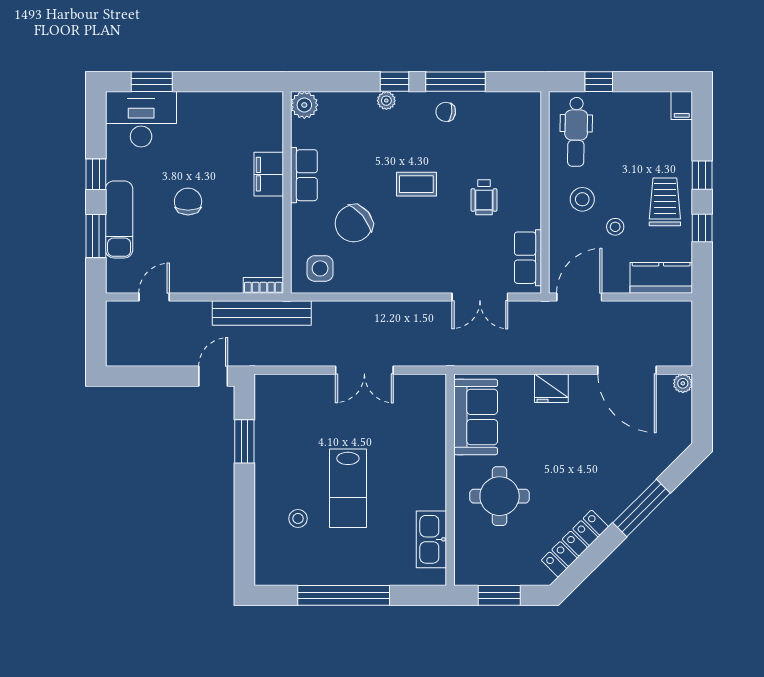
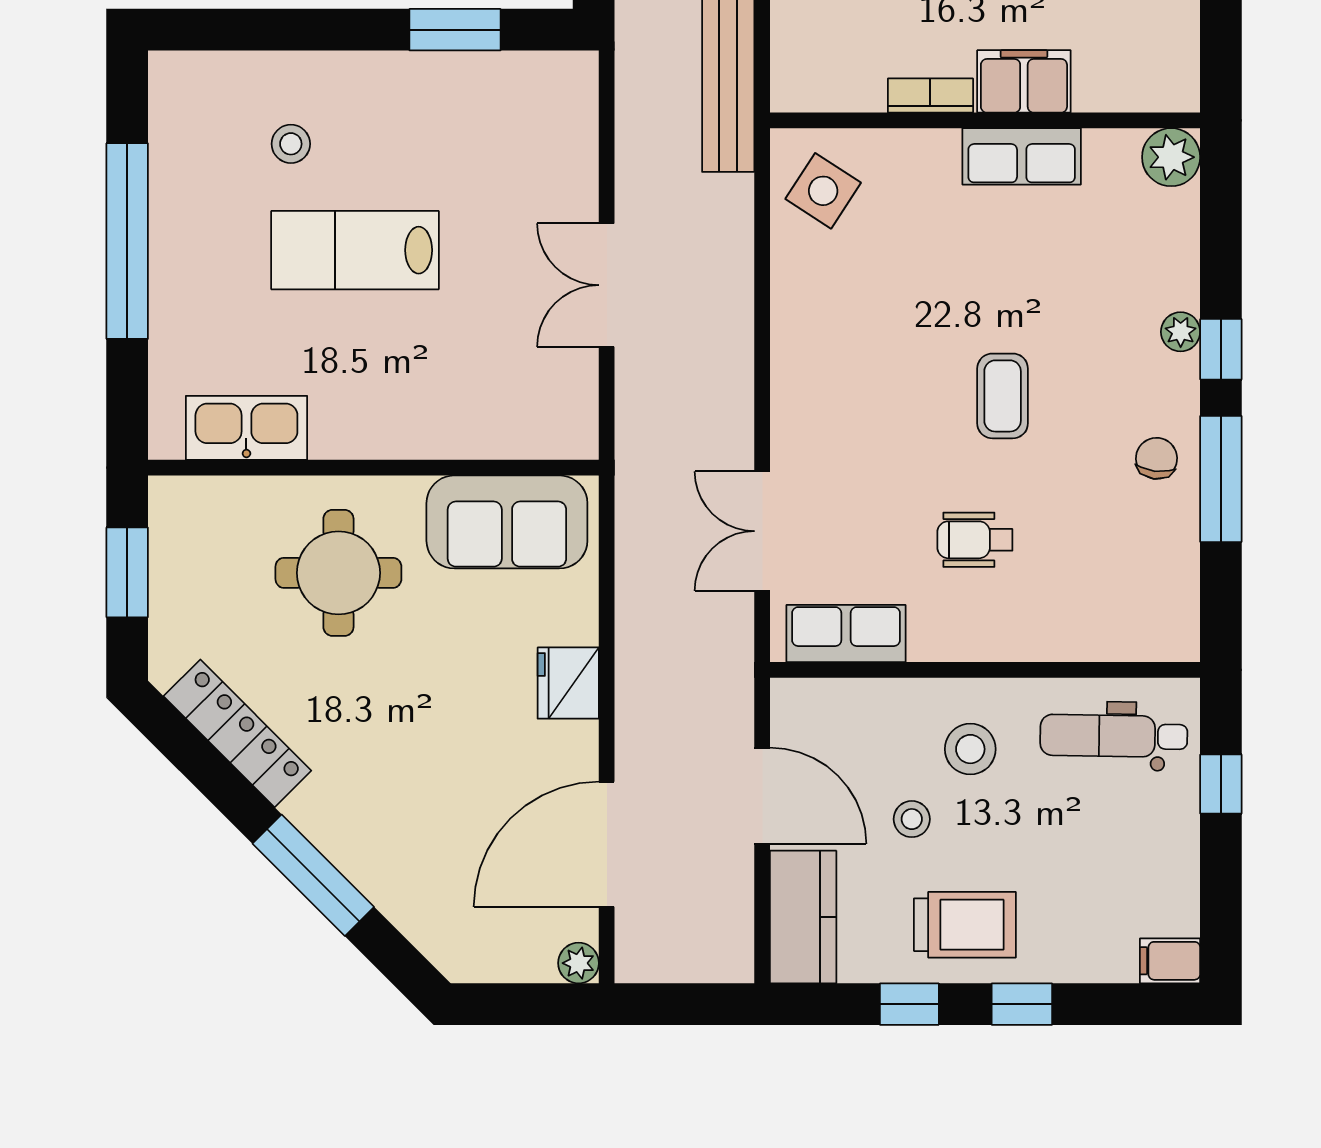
chair: (354, 223) -> (919, 263), removed
side table: (320, 268) -> (823, 191), turned 33
bookcase: (263, 285) -> (930, 96), moved, turned -90
door: (579, 297) -> (762, 796), moved

